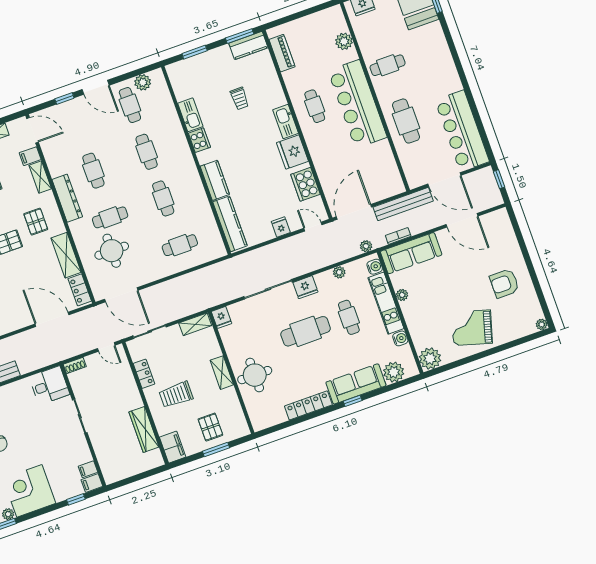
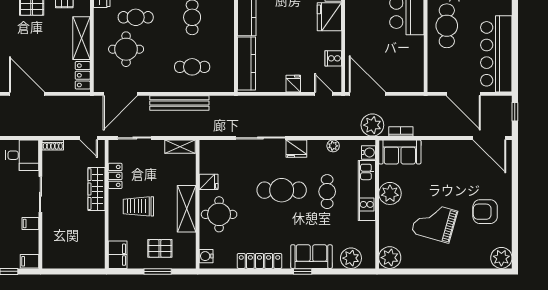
cooker: (305, 184) -> (333, 58), width x0.53, depth x0.76
bench: (403, 204) -> (179, 103), moved
door: (354, 212) -> (367, 94), hinge flipped
door: (462, 220) -> (489, 138), moved
plant: (366, 246) -> (372, 125), width x1.88, depth x1.88
sofa: (411, 253) -> (400, 152), width x0.73
door: (121, 295) -> (120, 94), hinge flipped
plant: (402, 295) -> (390, 193), width x1.88, depth x1.88
fridge: (222, 317) -> (209, 182), moved, turned -90
door: (52, 319) -> (27, 94), moved
plant: (542, 324) -> (501, 258), width x1.88, depth x1.88
grand piano: (472, 328) -> (434, 222), moved
water cooler: (400, 338) -> (206, 256), moved, turned 180
shelving: (222, 373) -> (187, 209), width x1.50, depth x1.33
sofa: (356, 384) -> (311, 257), width x0.73
pallet: (210, 427) -> (160, 248), turned 90
wardrobe: (144, 429) -> (96, 189), moved
filing cabinet: (88, 469) -> (30, 223), moved

